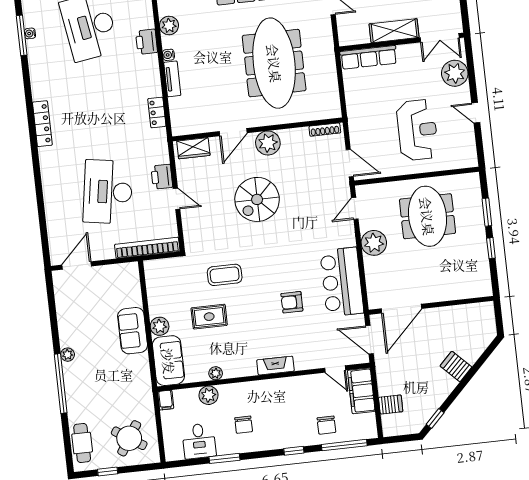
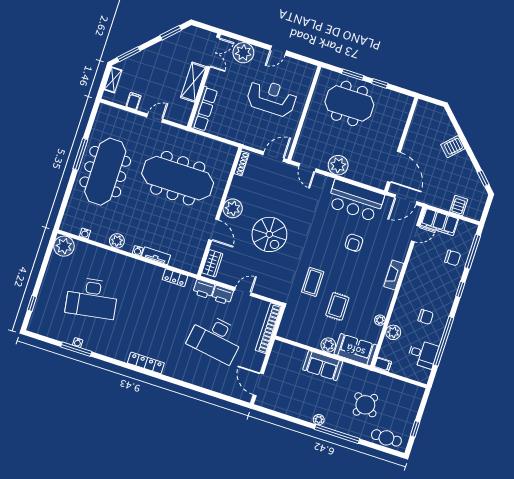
printer: (147, 42) -> (204, 289), moved
meeting table: (427, 216) -> (349, 103), moved
round table: (129, 438) -> (365, 405), moved
window: (224, 458) -> (444, 341), width x2.11

